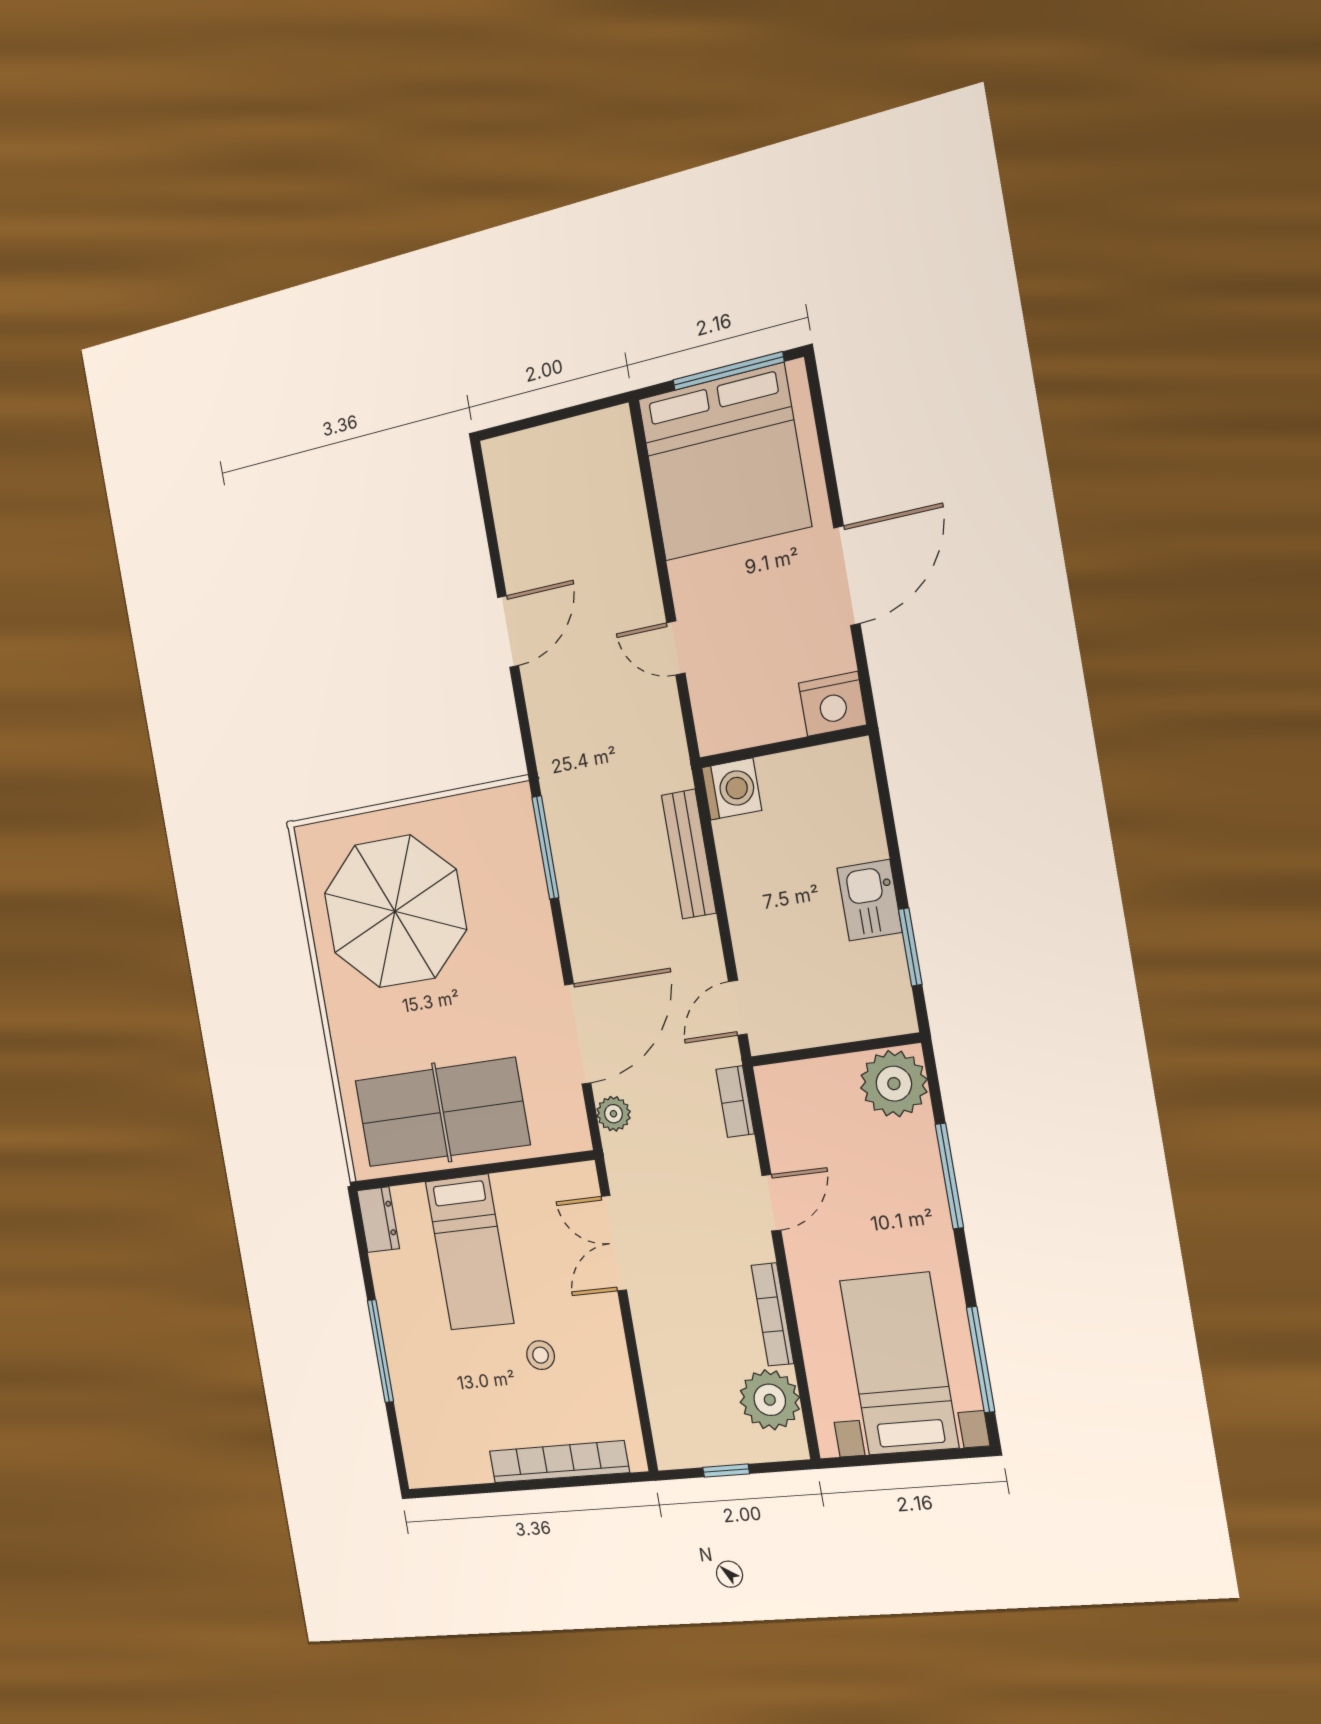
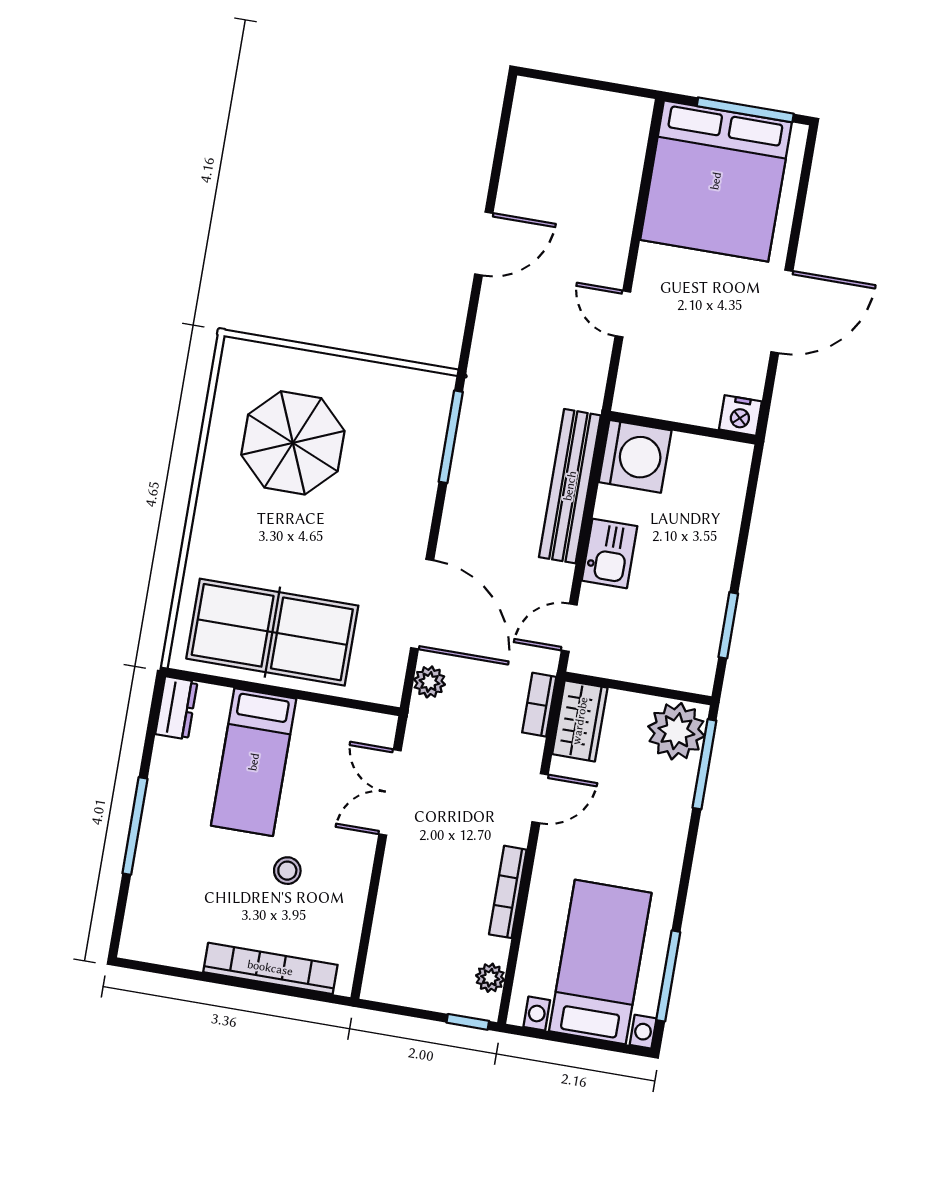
nightstand: (833, 704) -> (740, 415), width x0.74, depth x0.75
washing machine: (732, 789) -> (635, 456), width x1.37, depth x1.37
bench: (689, 854) -> (570, 486), width x1.37, depth x1.21
kitchen sink: (870, 900) -> (610, 553), moved, turned 180
parasol: (395, 911) -> (293, 443), width x0.73, depth x0.73
door: (578, 1034) -> (422, 604), hinge flipped
wardrobe: (784, 1106) -> (580, 721), added
window: (949, 1176) -> (704, 764), moved
plant: (770, 1400) -> (490, 978), width x0.53, depth x0.53
window: (726, 1471) -> (468, 1022), moved

